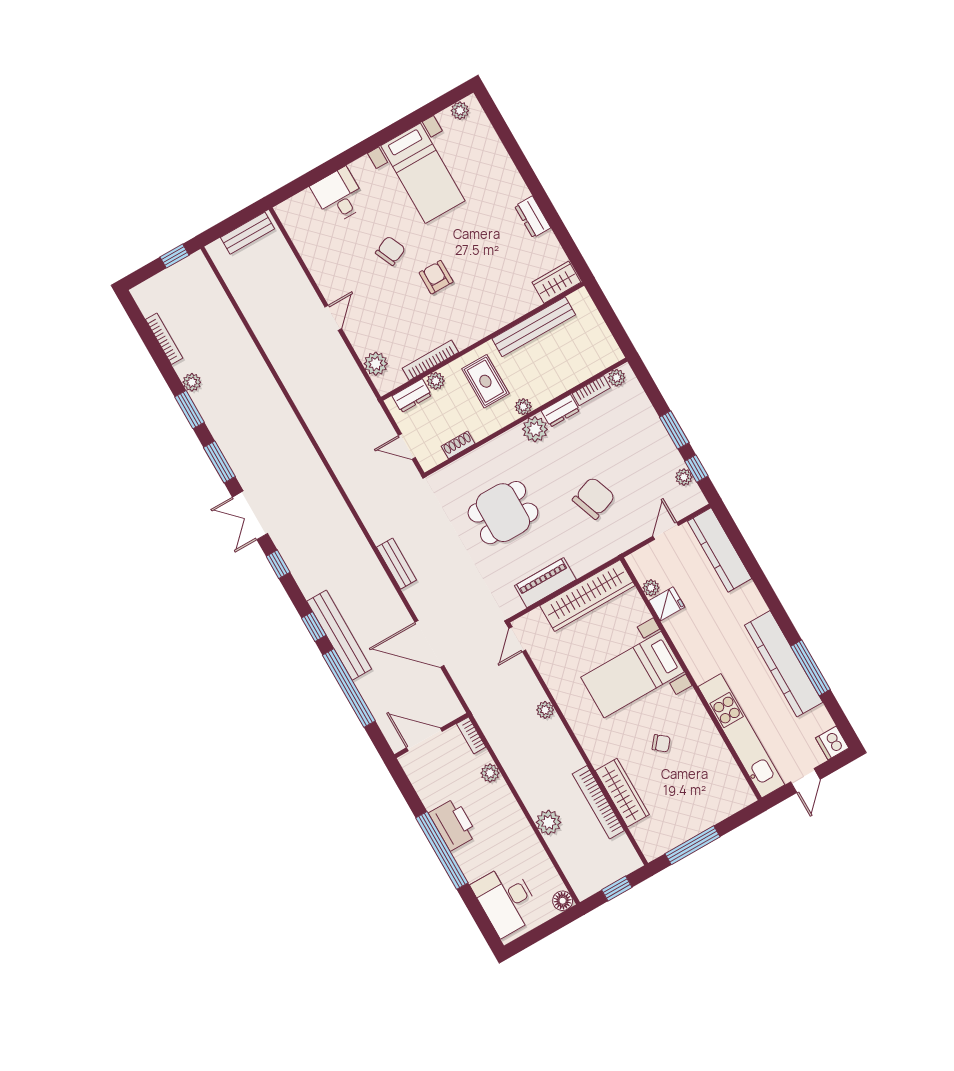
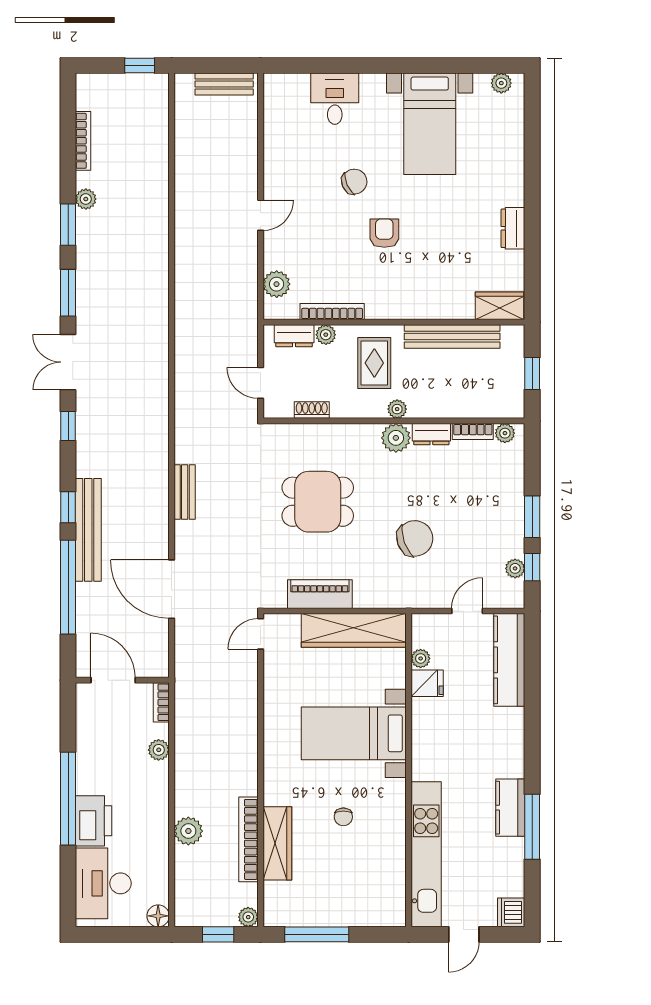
window: (611, 320) -> (532, 374), added
kitchen counter: (784, 664) -> (510, 808), width x0.48, depth x0.86
plant: (545, 710) -> (248, 917), moved
chair: (661, 743) -> (343, 817), turned 51
printer: (453, 824) -> (94, 821), moved

